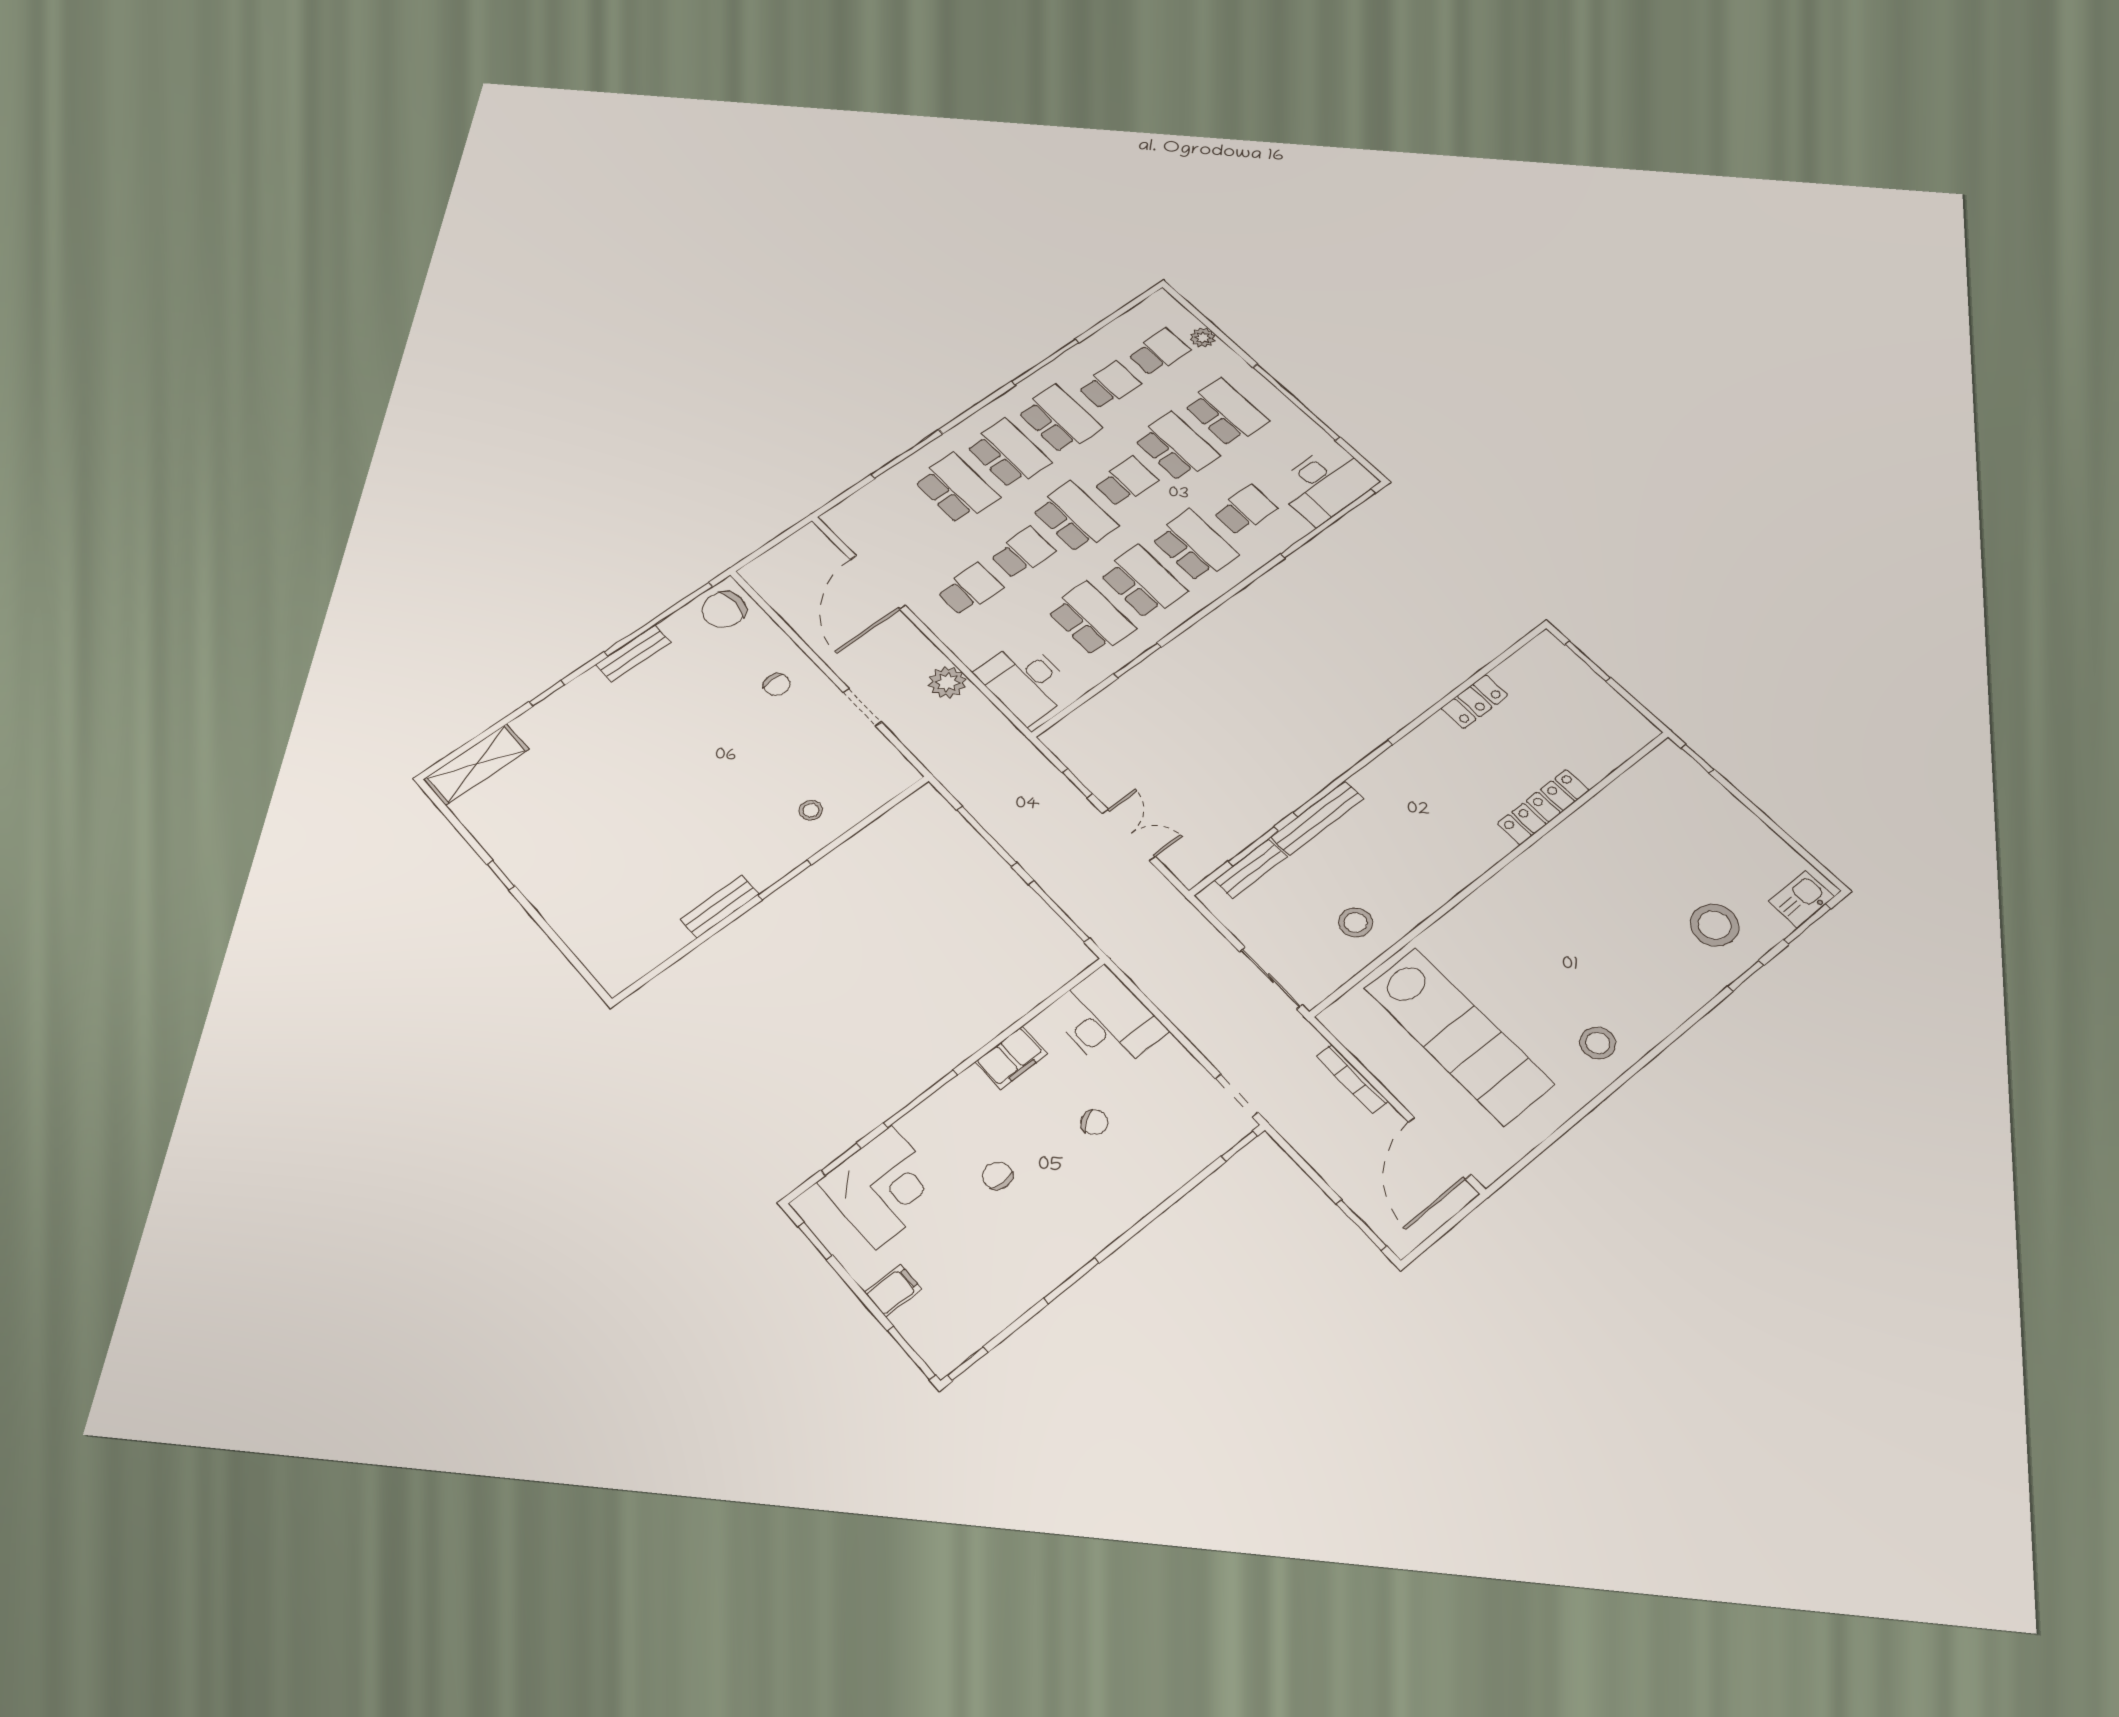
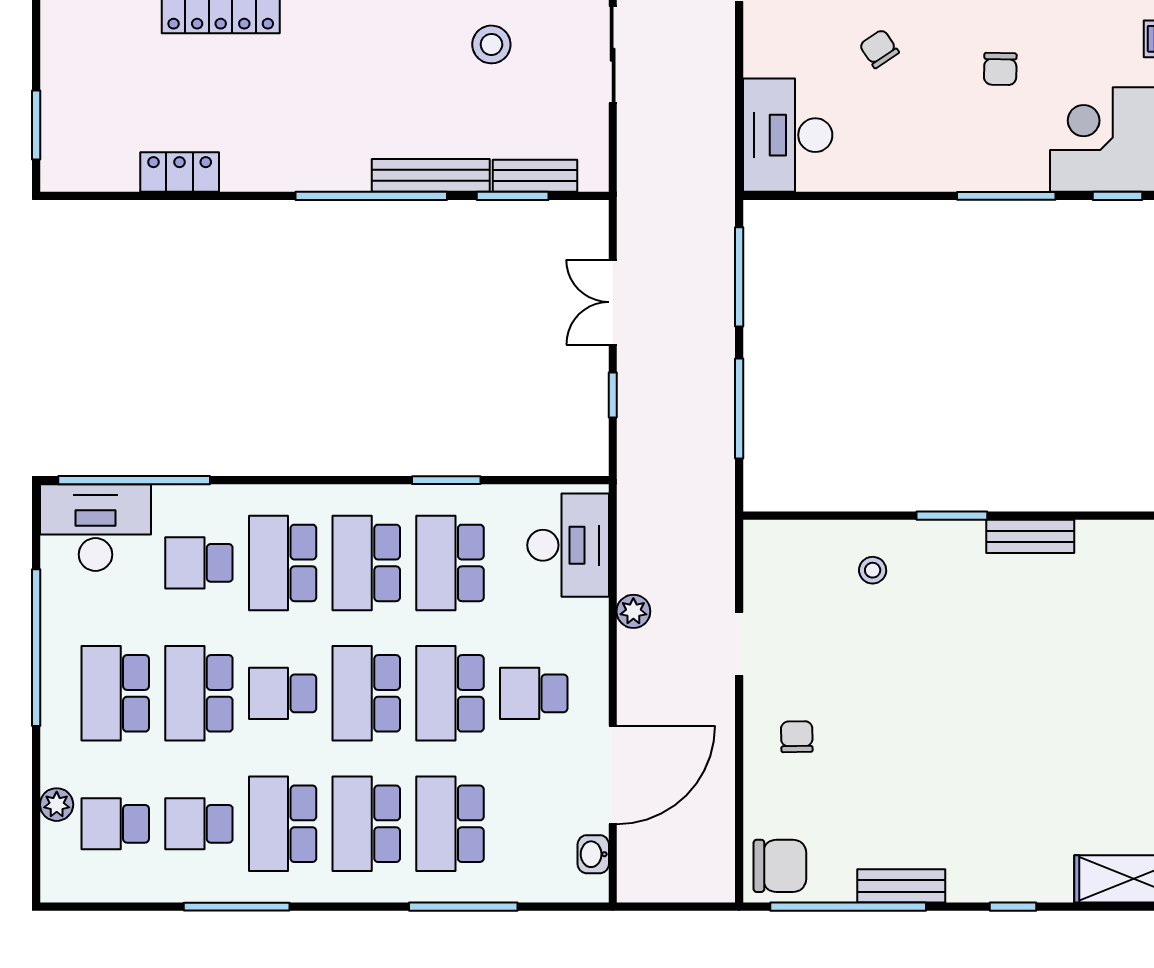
washbasin: (851, 534) -> (593, 854), added
school desk: (1023, 553) -> (450, 693), width x1.85
plant: (947, 682) -> (633, 611), width x0.73, depth x0.73
filing cabinet: (1011, 1058) -> (899, 169), removed

